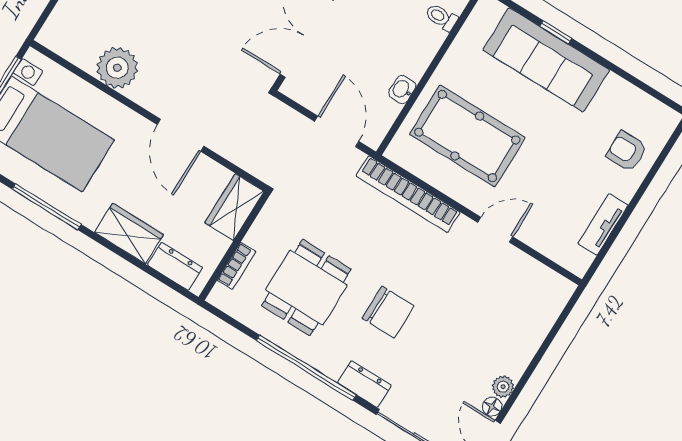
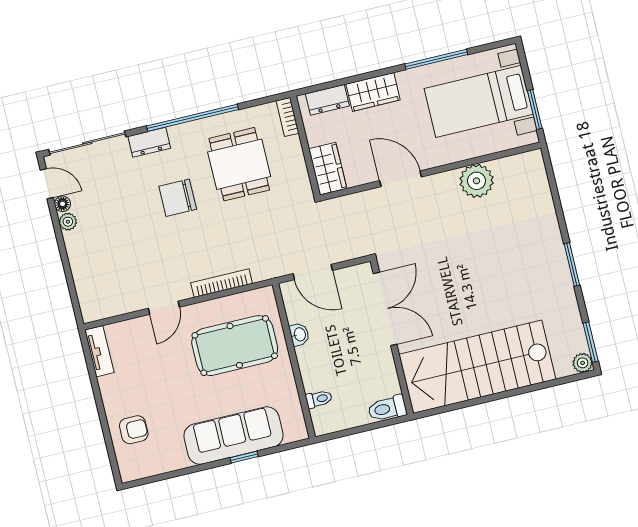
bookcase: (408, 194) -> (222, 283), width x0.68, depth x0.76
tv unit: (603, 224) -> (99, 351), moved
bookcase: (236, 266) -> (288, 117), moved

